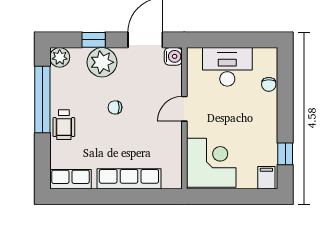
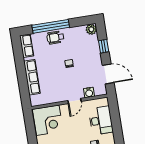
water cooler: (173, 56) -> (89, 92), moved
plant: (102, 62) -> (92, 53), removed
window: (42, 100) -> (51, 26), moved
door: (184, 109) -> (75, 101), swing flipped

